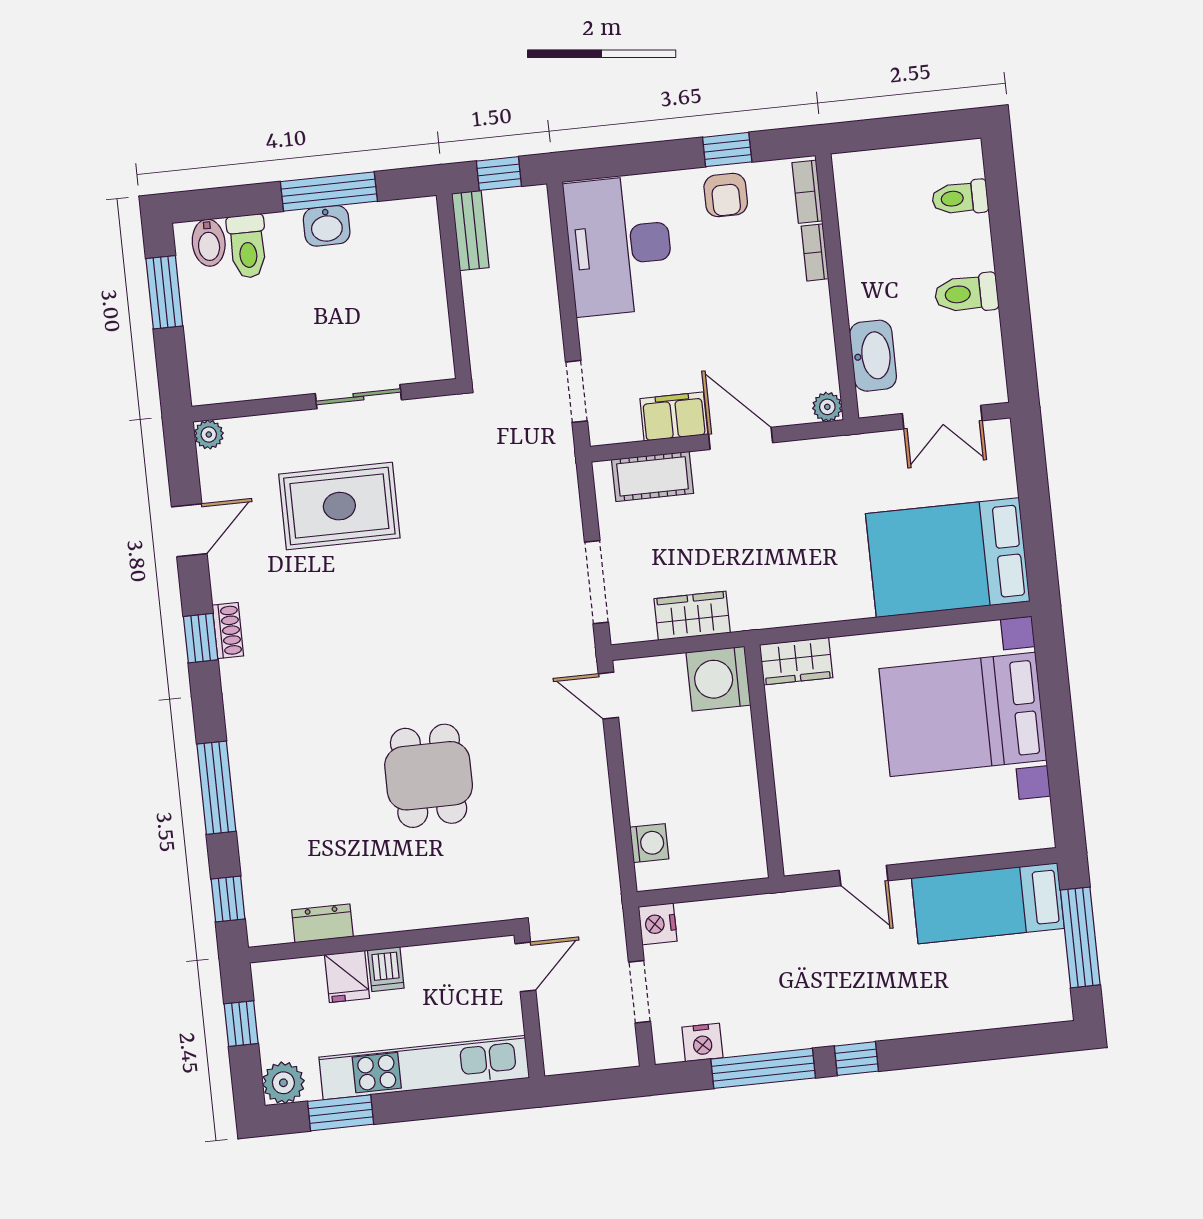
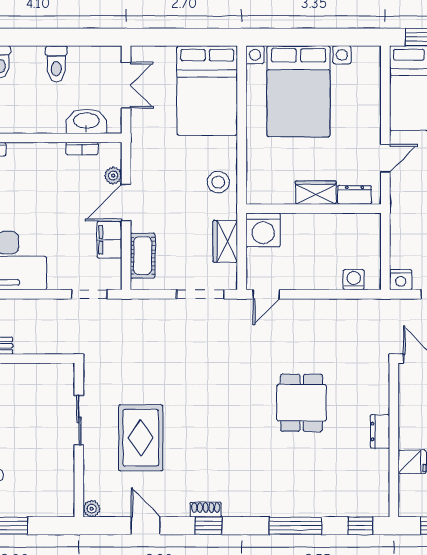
bookcase: (815, 252) -> (82, 149), moved
plant: (827, 407) -> (113, 176), moved
stool: (792, 593) -> (218, 182), added
wardrobe: (796, 661) -> (316, 193), moved, turned -90
dining table: (429, 776) -> (302, 403), turned 90
dresser: (795, 829) -> (355, 195), added
dresser: (322, 923) -> (380, 431), moved
dishwasher: (386, 969) -> (410, 439), removed

